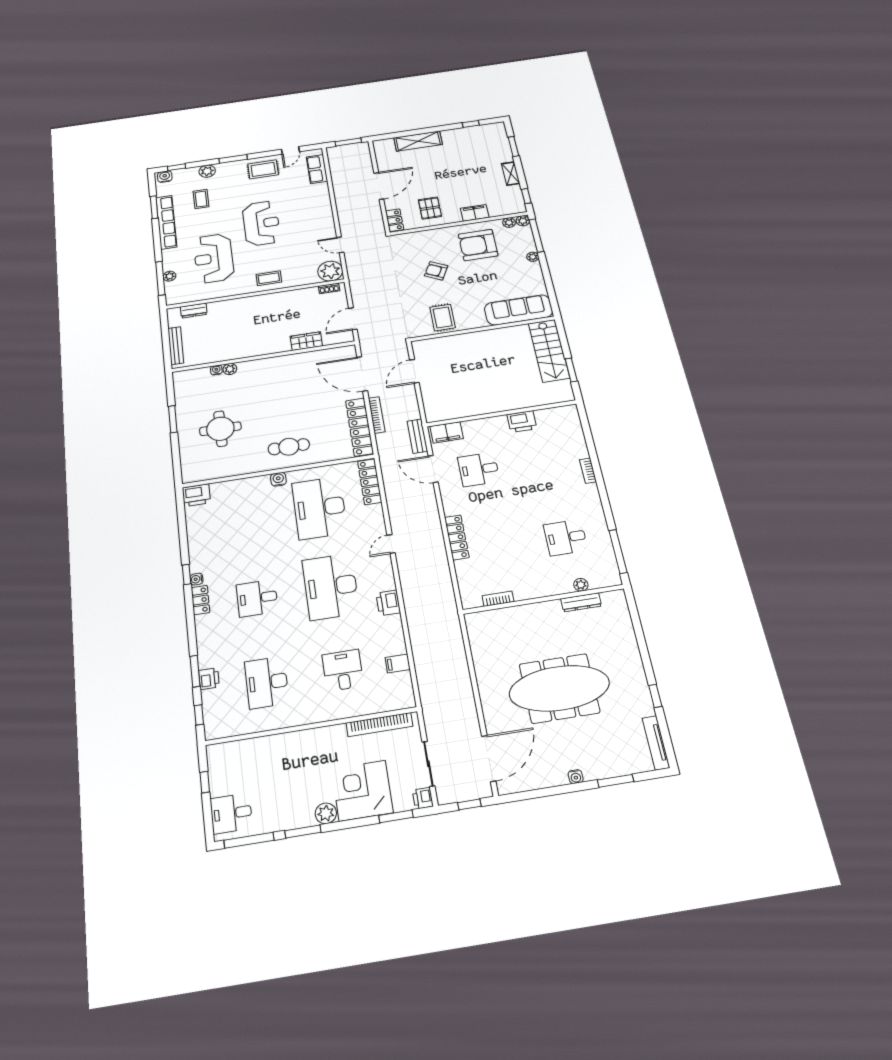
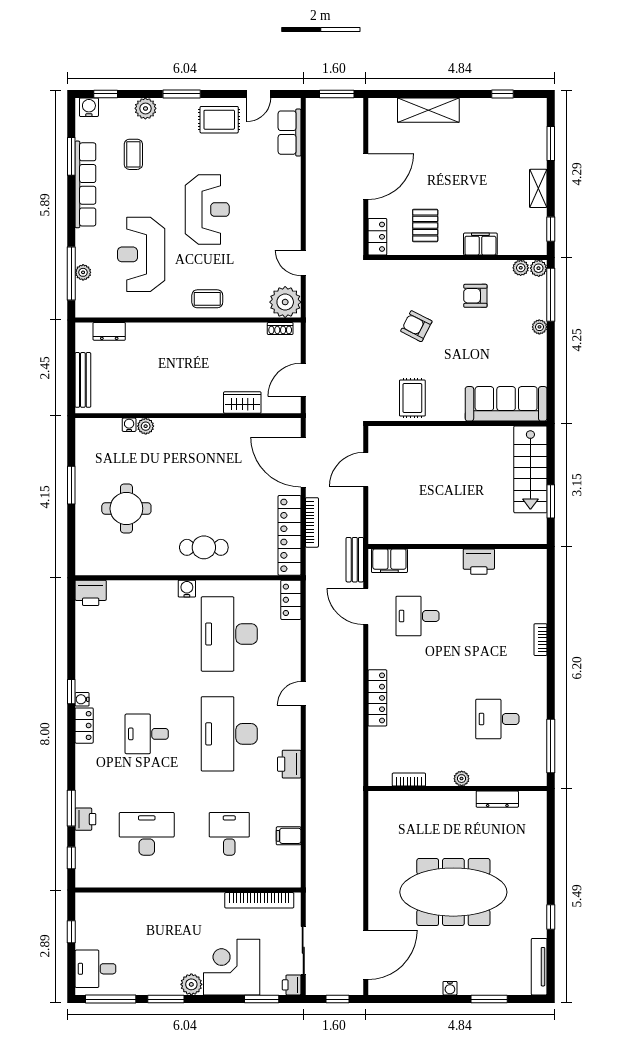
armchair: (478, 245) -> (475, 296), width x0.53, depth x0.53
locker: (370, 482) -> (291, 600), width x0.66
plant: (581, 585) -> (462, 779), moved
desk: (267, 682) -> (147, 834), turned 90

